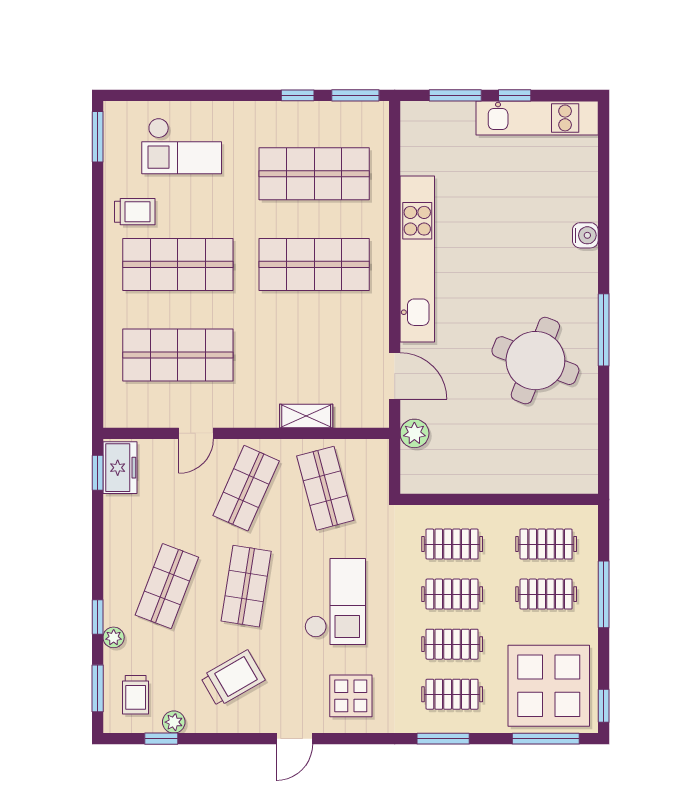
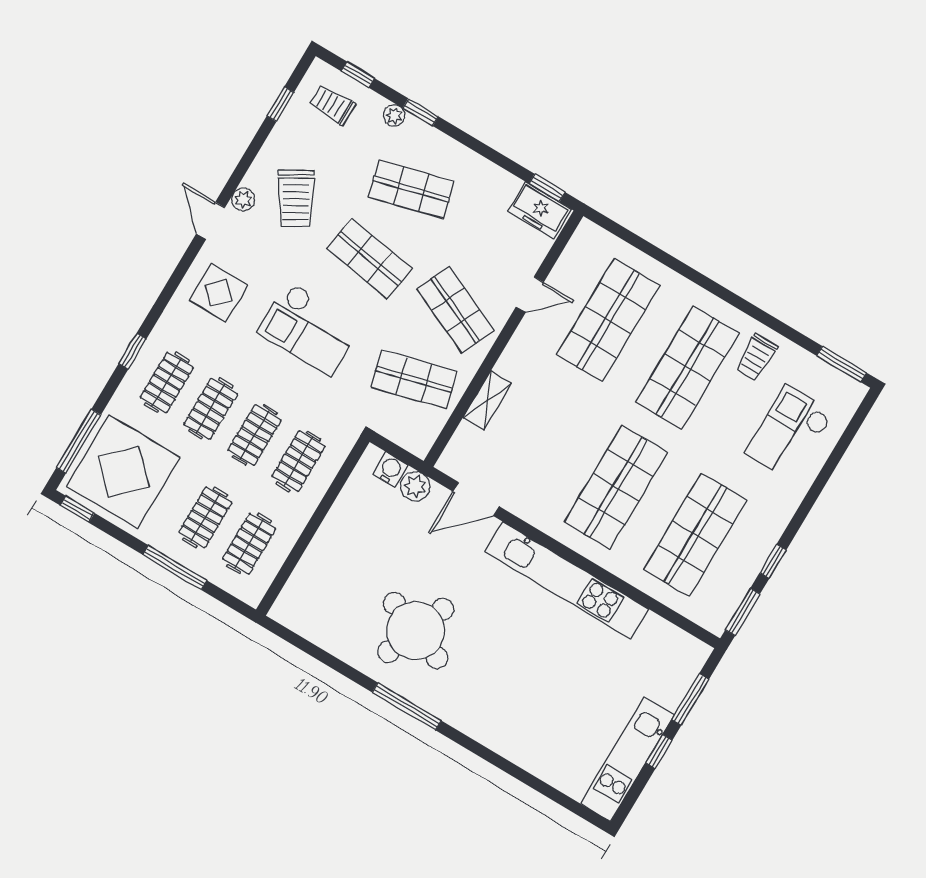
water cooler: (585, 235) -> (390, 469), moved, turned 180
door: (196, 433) -> (530, 295), swing flipped
shop shelf: (167, 586) -> (411, 189), turned -36
window: (98, 688) -> (358, 75), width x0.67
plant: (174, 722) -> (243, 199), moved
window: (443, 739) -> (132, 351), width x0.67

